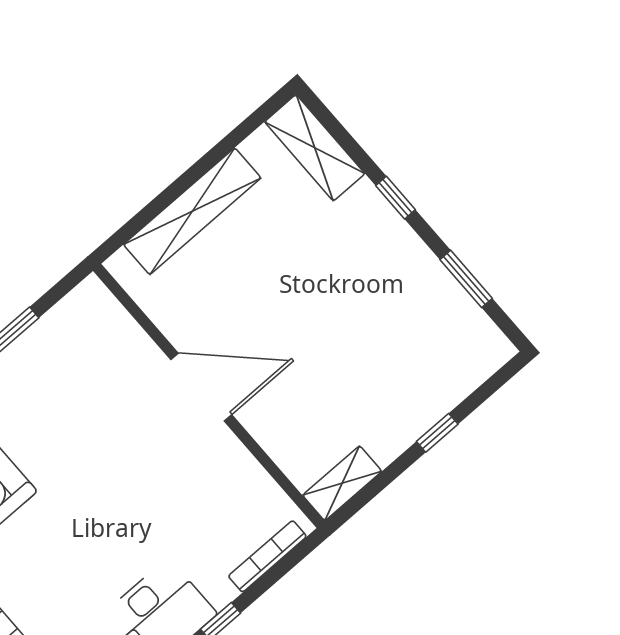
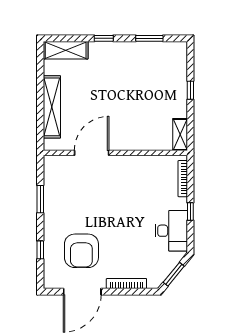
door: (201, 387) -> (92, 153), moved

